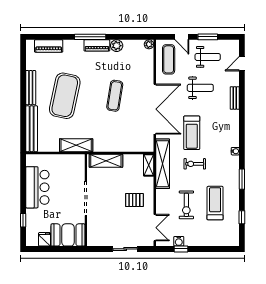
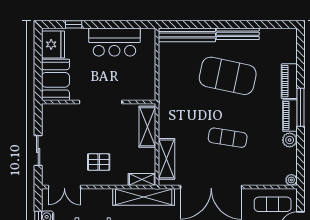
piano: (49, 46) -> (289, 81), moved
shelving: (76, 145) -> (166, 159), moved
pallet: (134, 200) -> (99, 162), turned 90
fridge: (45, 239) -> (53, 44), width x1.88, depth x1.34

